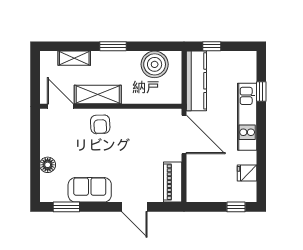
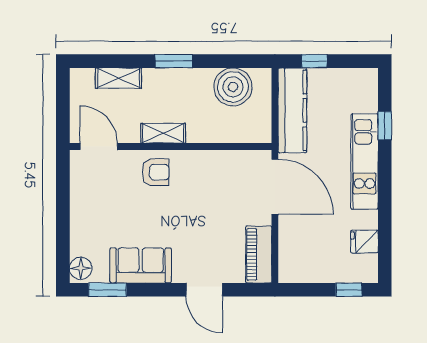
shelving: (98, 95) -> (163, 133), width x0.67, depth x0.75
armchair: (100, 124) -> (156, 172), turned -88
floor lamp: (48, 165) -> (81, 268), moved

